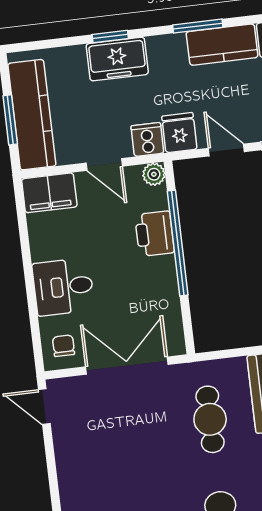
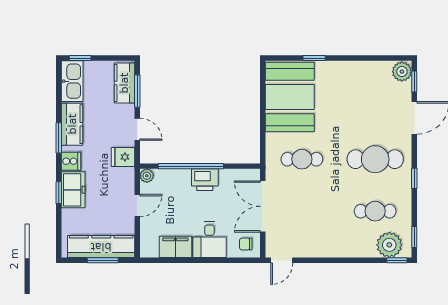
cooker: (147, 140) -> (71, 161), moved, turned 180
door: (226, 150) -> (137, 129), swing flipped
filing cabinet: (49, 193) -> (175, 247), moved, turned -90
printer: (155, 234) -> (205, 180), moved

